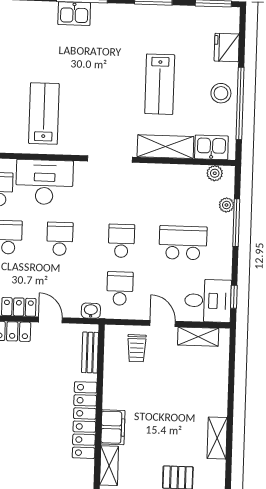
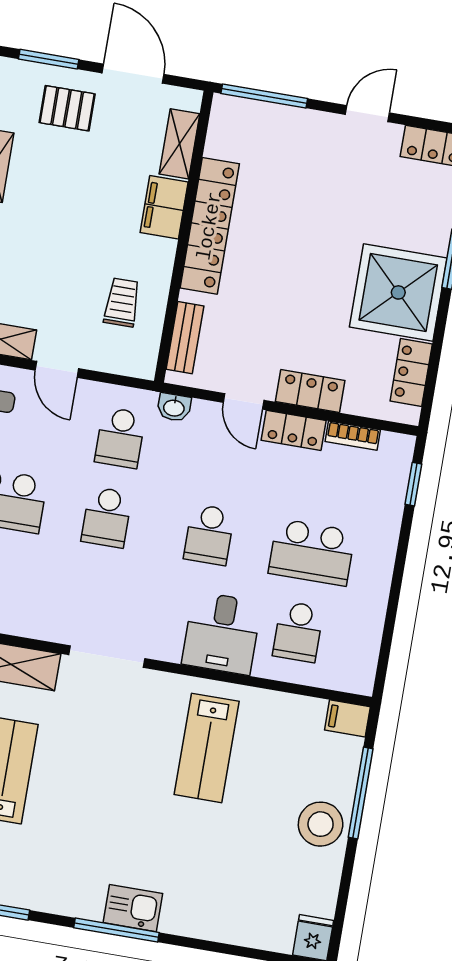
desk: (44, 182) -> (222, 633), width x0.73
trolley: (137, 348) -> (122, 302), moved

